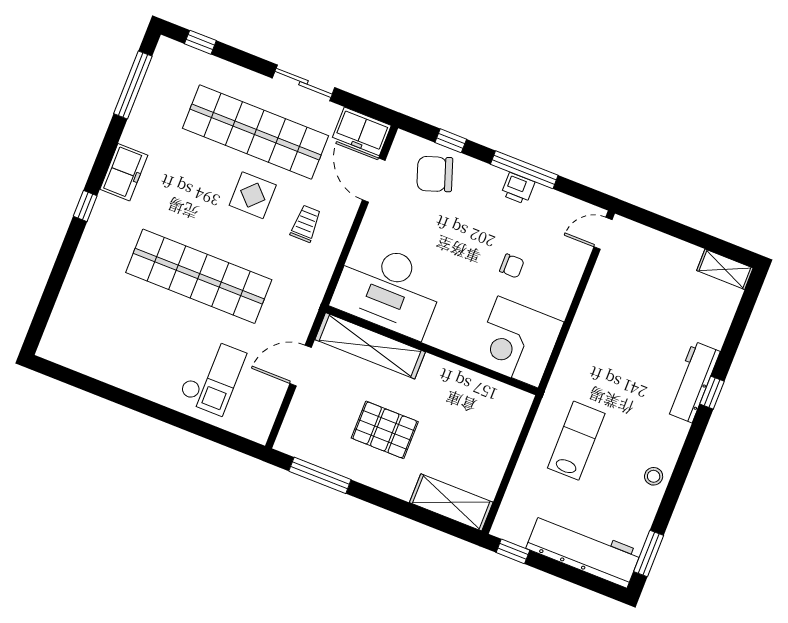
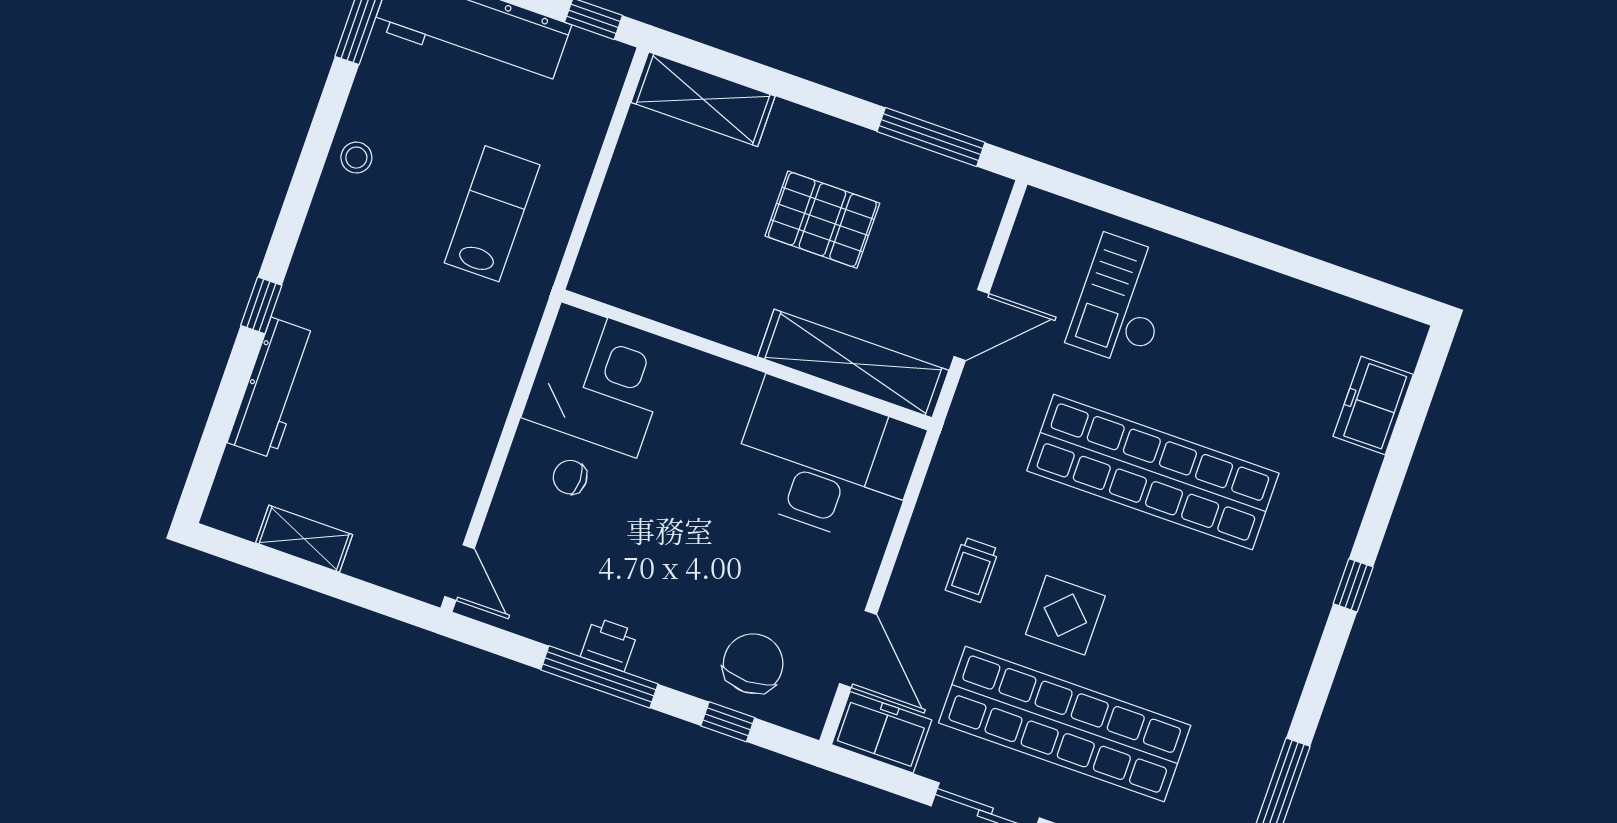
freezer: (124, 172) -> (1373, 405), moved
chair: (435, 174) -> (753, 664), turned -71
door: (603, 233) -> (459, 573), hinge flipped
chair: (512, 266) -> (570, 477), moved
shelving: (725, 269) -> (304, 539), moved
workbench: (693, 382) -> (272, 388), moved
lab bench: (576, 441) -> (492, 214), turned 180

